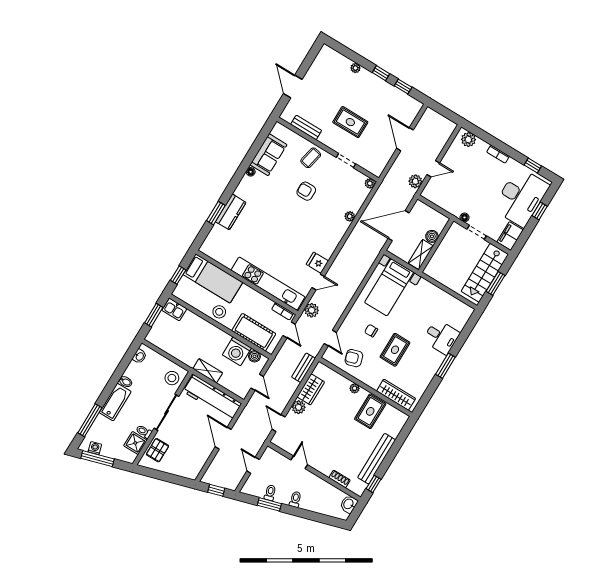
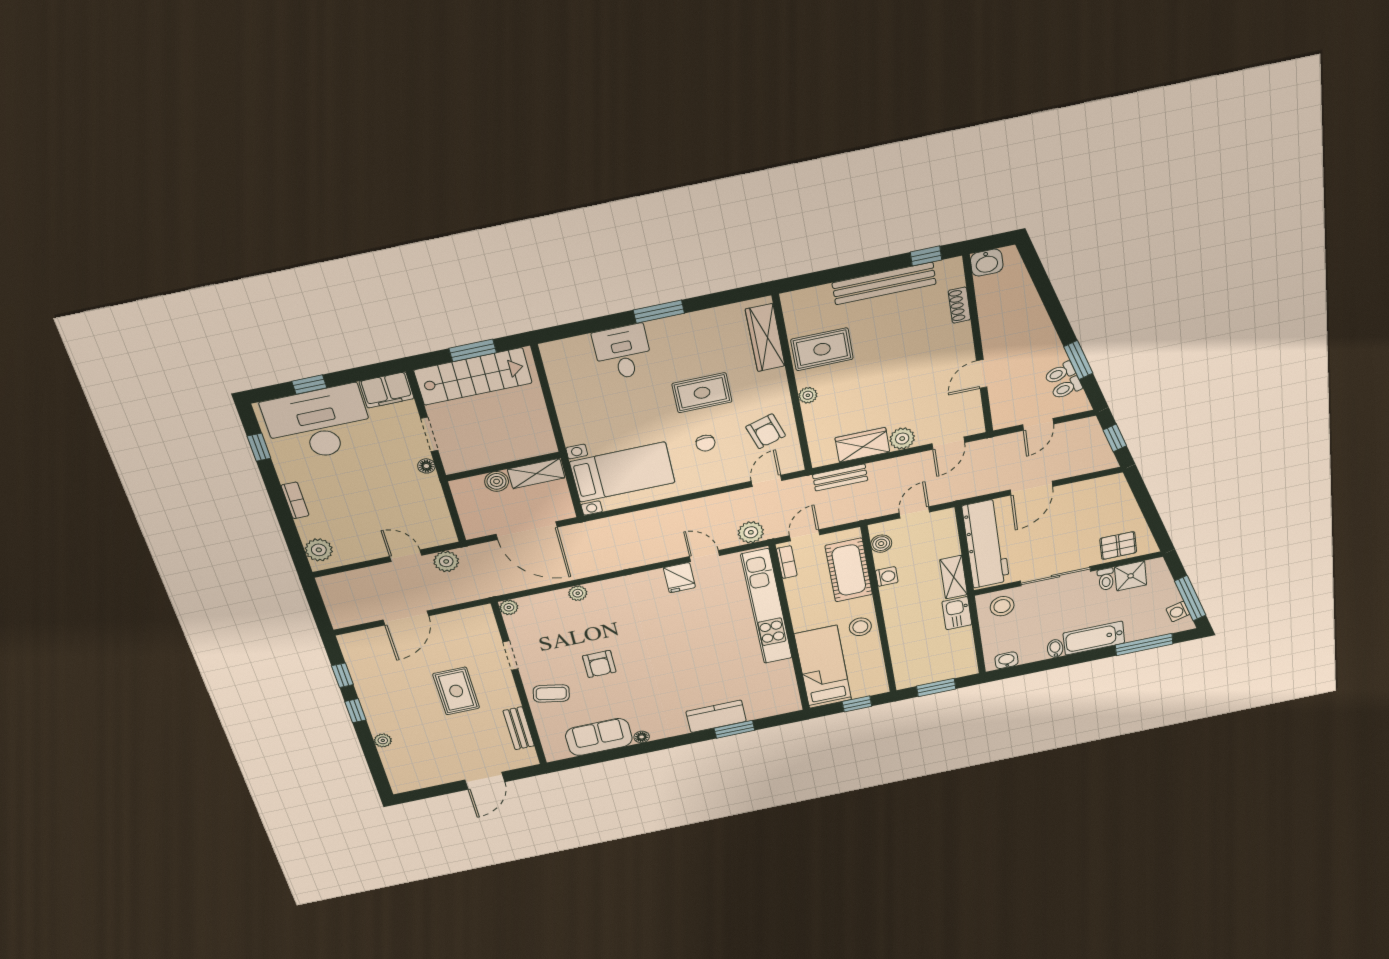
kitchen sink: (174, 309) -> (957, 613), moved, turned 180
washing machine: (237, 351) -> (887, 576), width x0.53, depth x0.53
toilet: (295, 499) -> (1067, 388), moved

